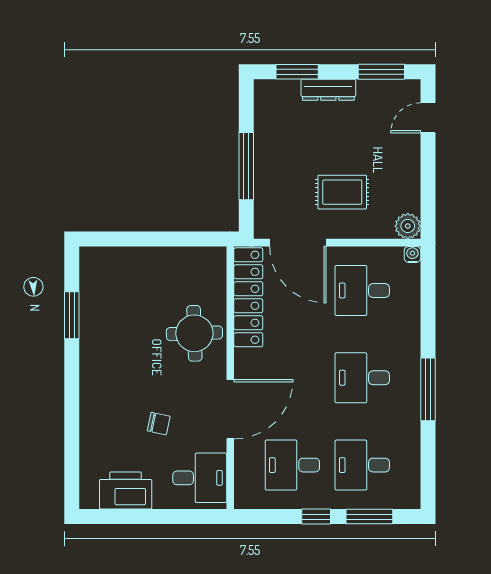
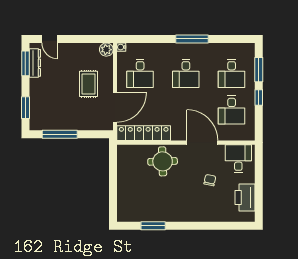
dresser: (328, 90) -> (35, 63), moved
window: (246, 166) -> (60, 134), moved

